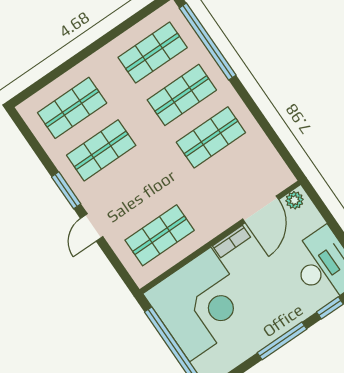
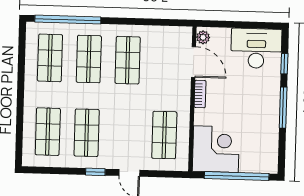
window: (66, 190) -> (95, 172), width x0.67
corner desk: (200, 304) -> (216, 149), width x0.74, depth x0.74

